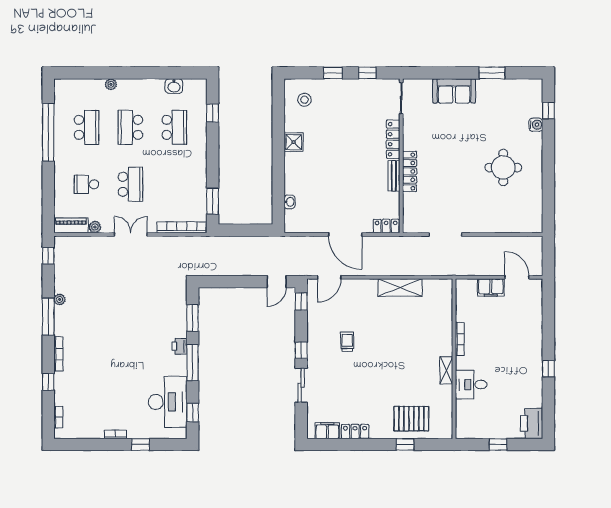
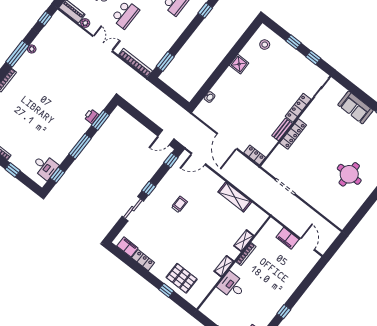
shelving: (446, 327) -> (244, 241), added
printer: (180, 346) -> (91, 116), moved
desk: (168, 402) -> (45, 167), width x0.53, depth x0.77

